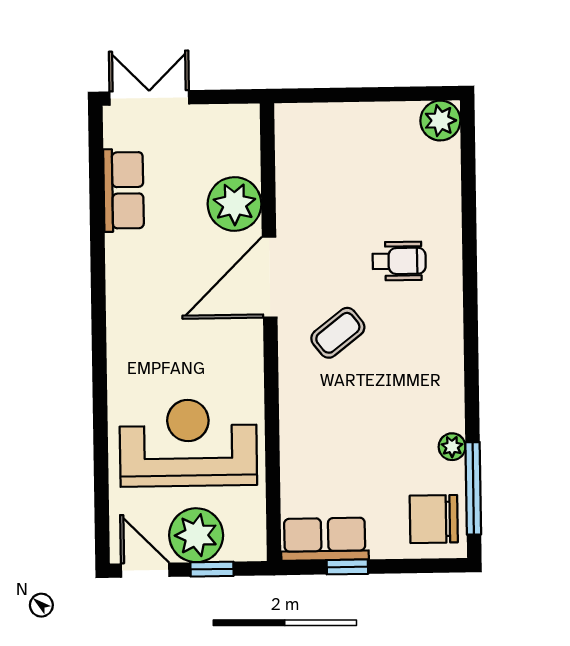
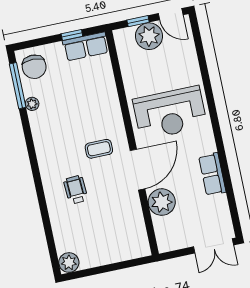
row of seats: (124, 190) -> (212, 174), moved
wheelchair: (399, 261) -> (76, 190), turned 87
coffee table: (338, 333) -> (99, 149), turned 38
reception desk: (188, 443) -> (170, 113), moved
chair: (434, 519) -> (34, 67), turned 90

